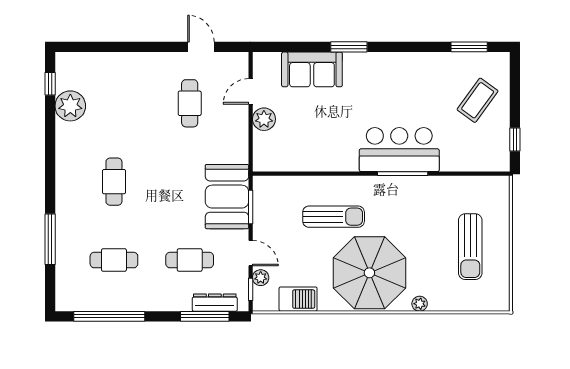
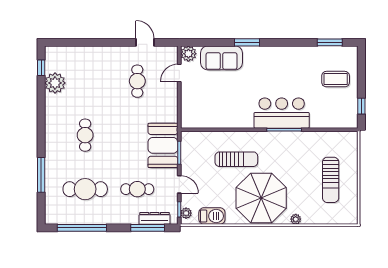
coffee table: (478, 100) -> (336, 79), turned 54
plant: (264, 119) -> (188, 54), moved
cafe table: (114, 260) -> (85, 189), width x1.37, depth x1.35
plant: (261, 278) -> (186, 213), moved

